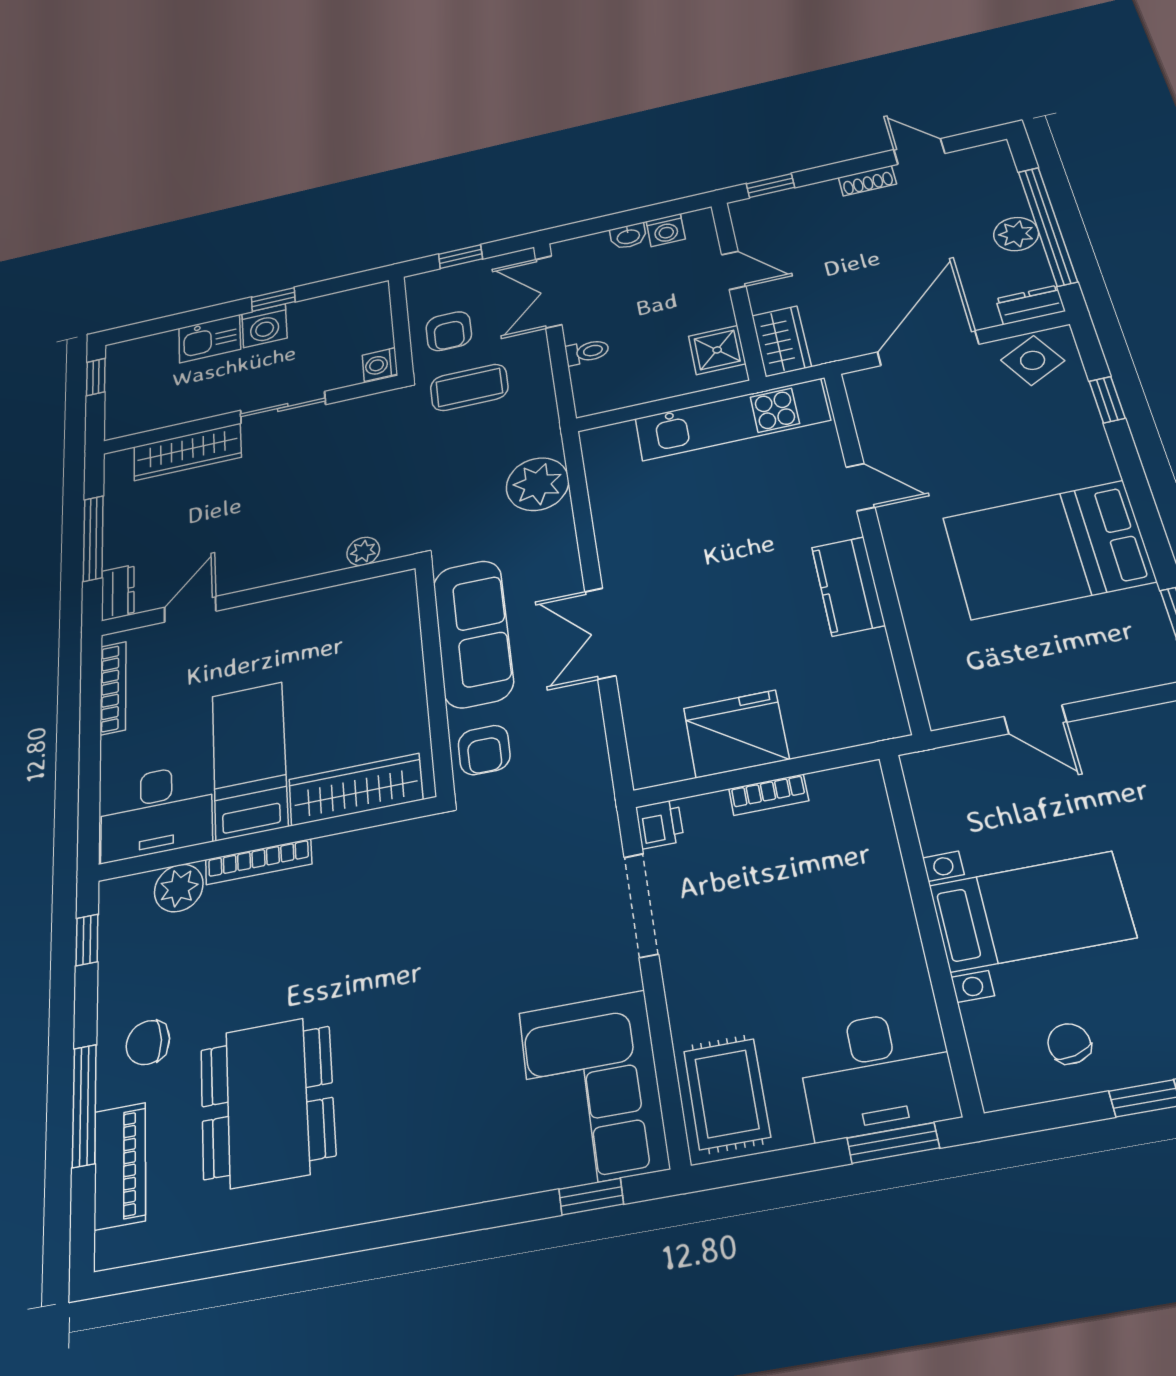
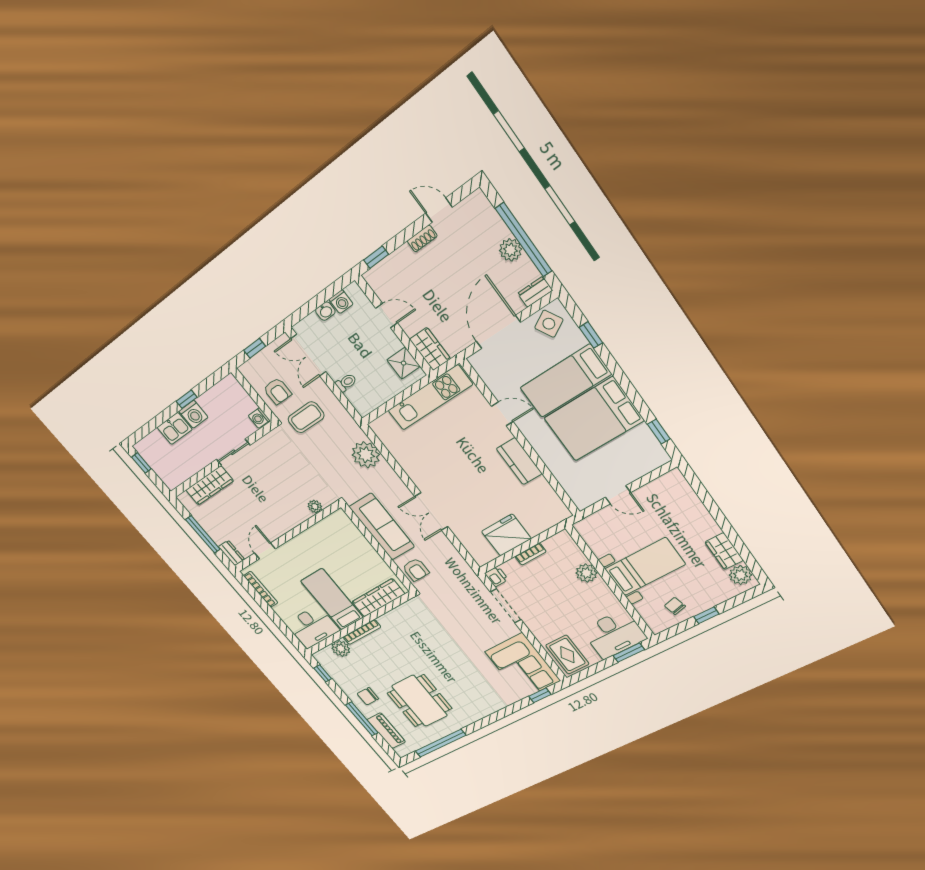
bed: (1020, 464) -> (566, 381), added
plant: (880, 883) -> (586, 573), added
window: (235, 1260) -> (441, 743), added

